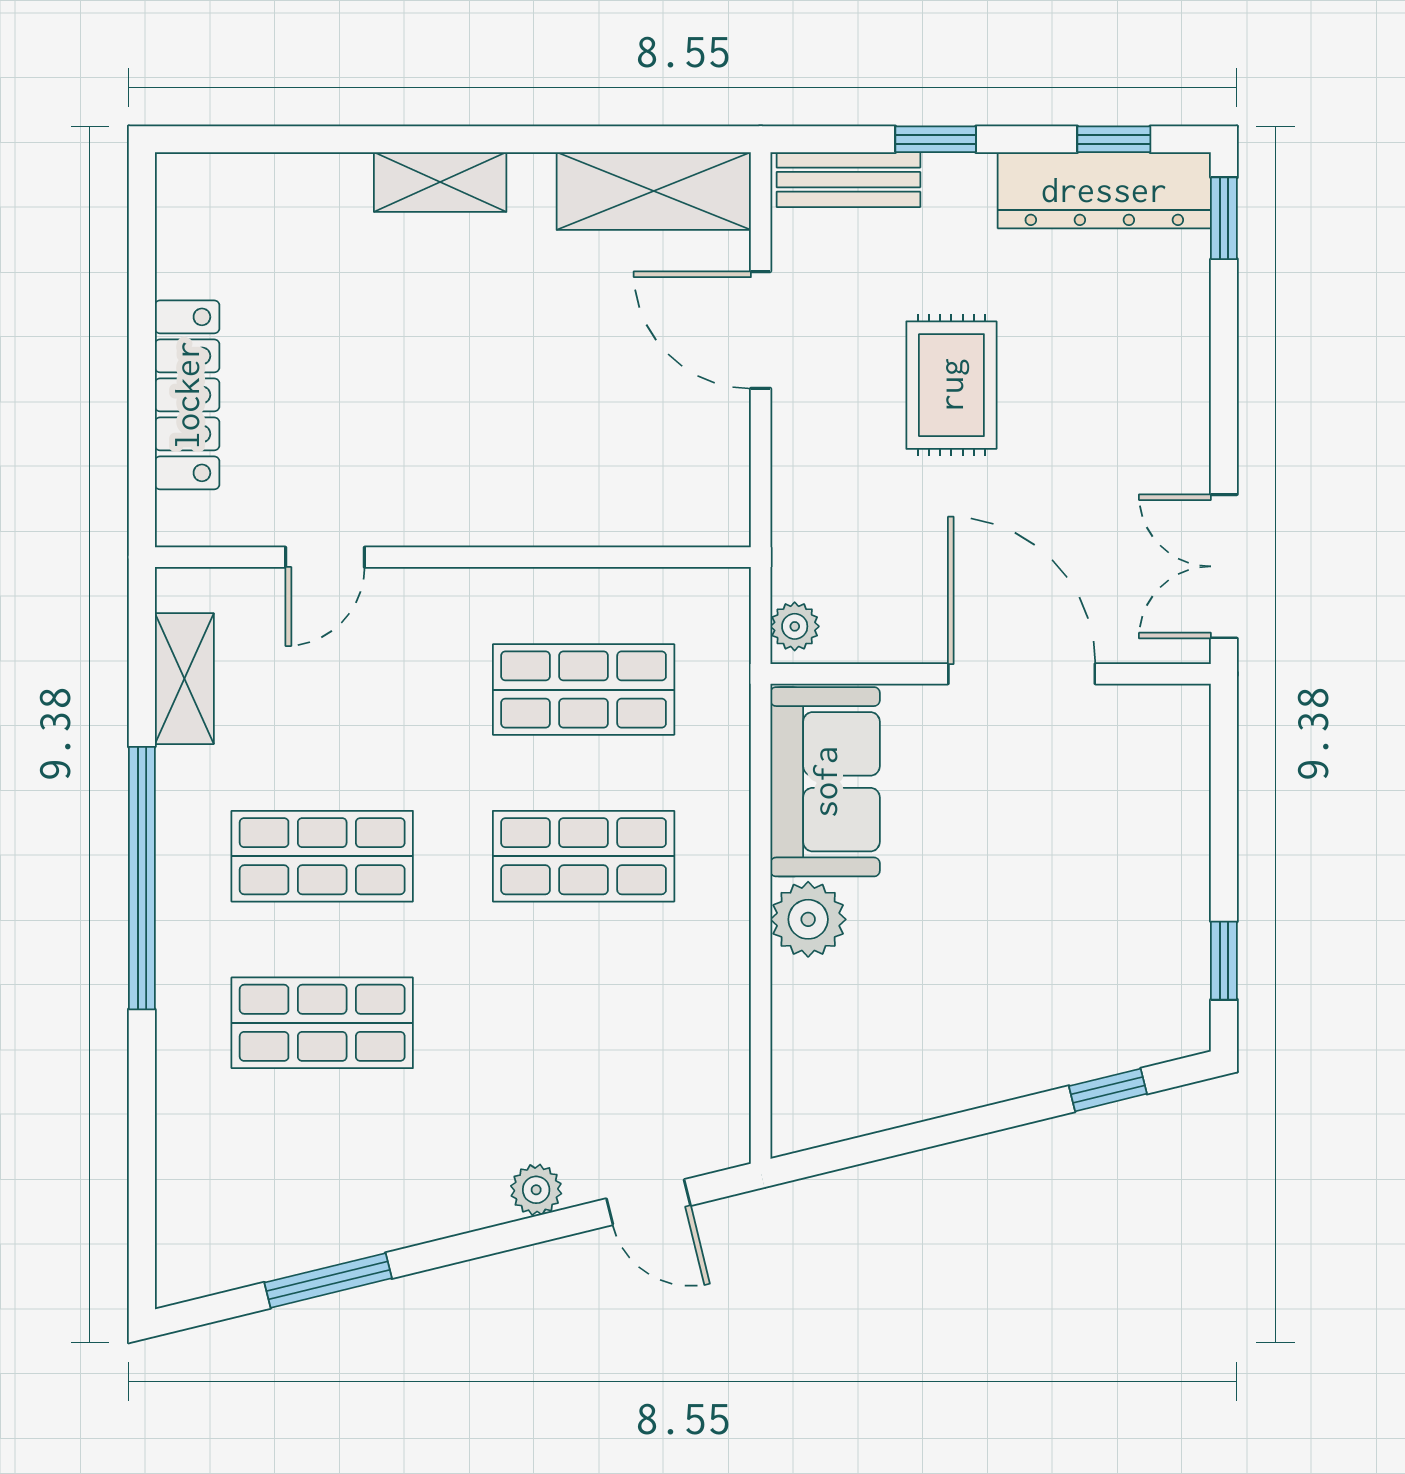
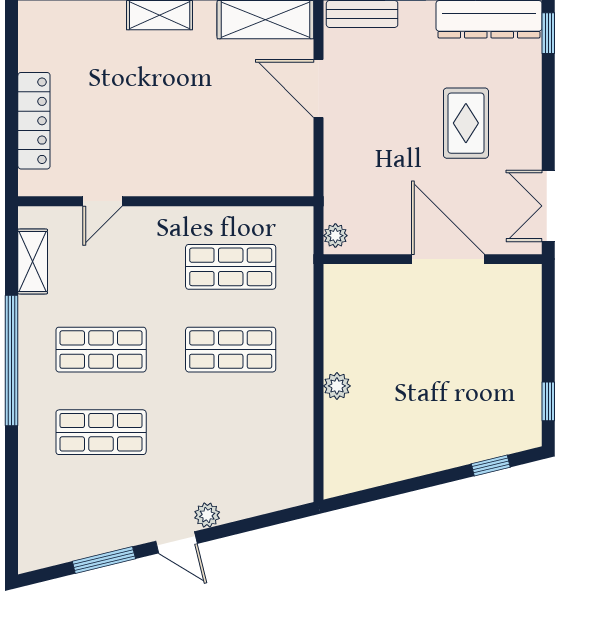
rug: (951, 385) -> (466, 123), moved
sofa: (825, 782) -> (350, 313), removed
plant: (808, 919) -> (337, 386), width x0.73, depth x0.73
door: (648, 1202) -> (176, 542), moved

